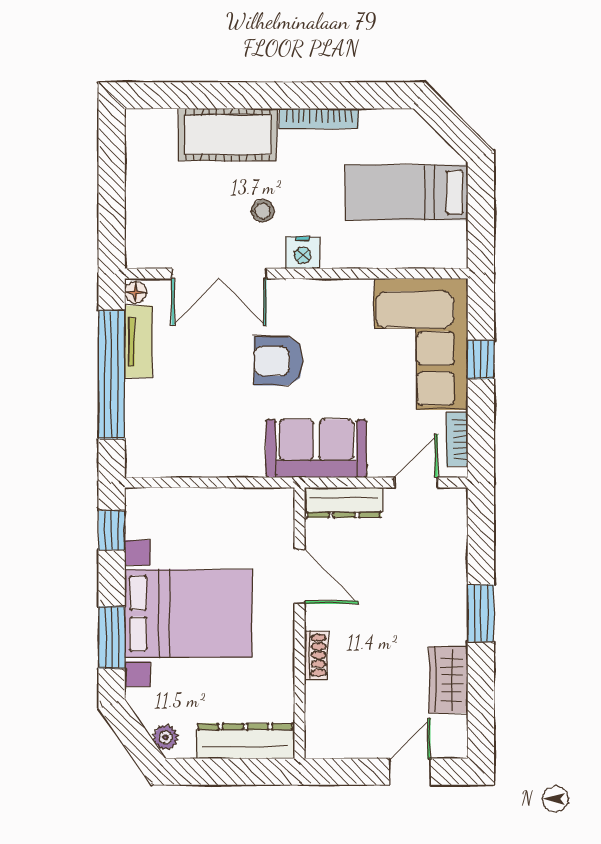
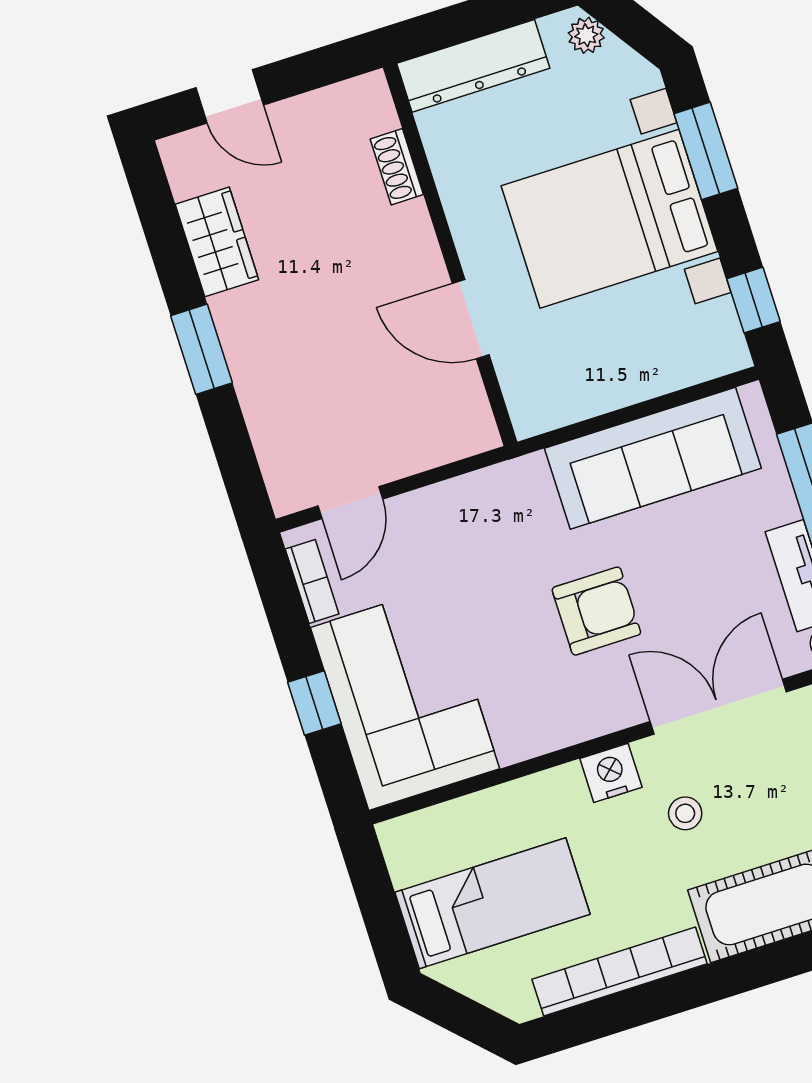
bookcase: (319, 119) -> (620, 971), width x1.48, depth x1.31
sofa: (316, 449) -> (653, 458), moved, width x1.36
dresser: (344, 503) -> (442, 443), removed
shoe rack: (316, 655) -> (397, 167), moved
door: (410, 772) -> (230, 96), hinge flipped

